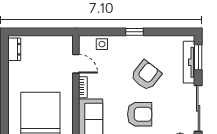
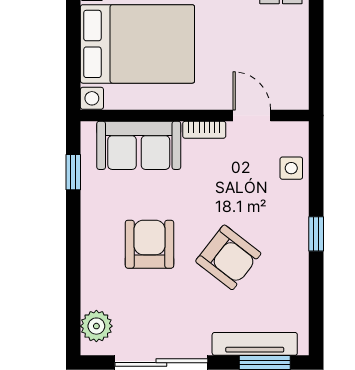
door: (76, 64) -> (252, 115), swing flipped
armchair: (140, 114) -> (149, 244), turned 180

